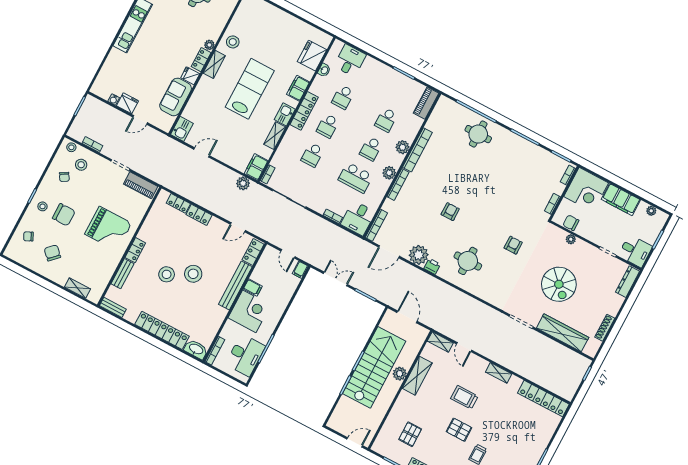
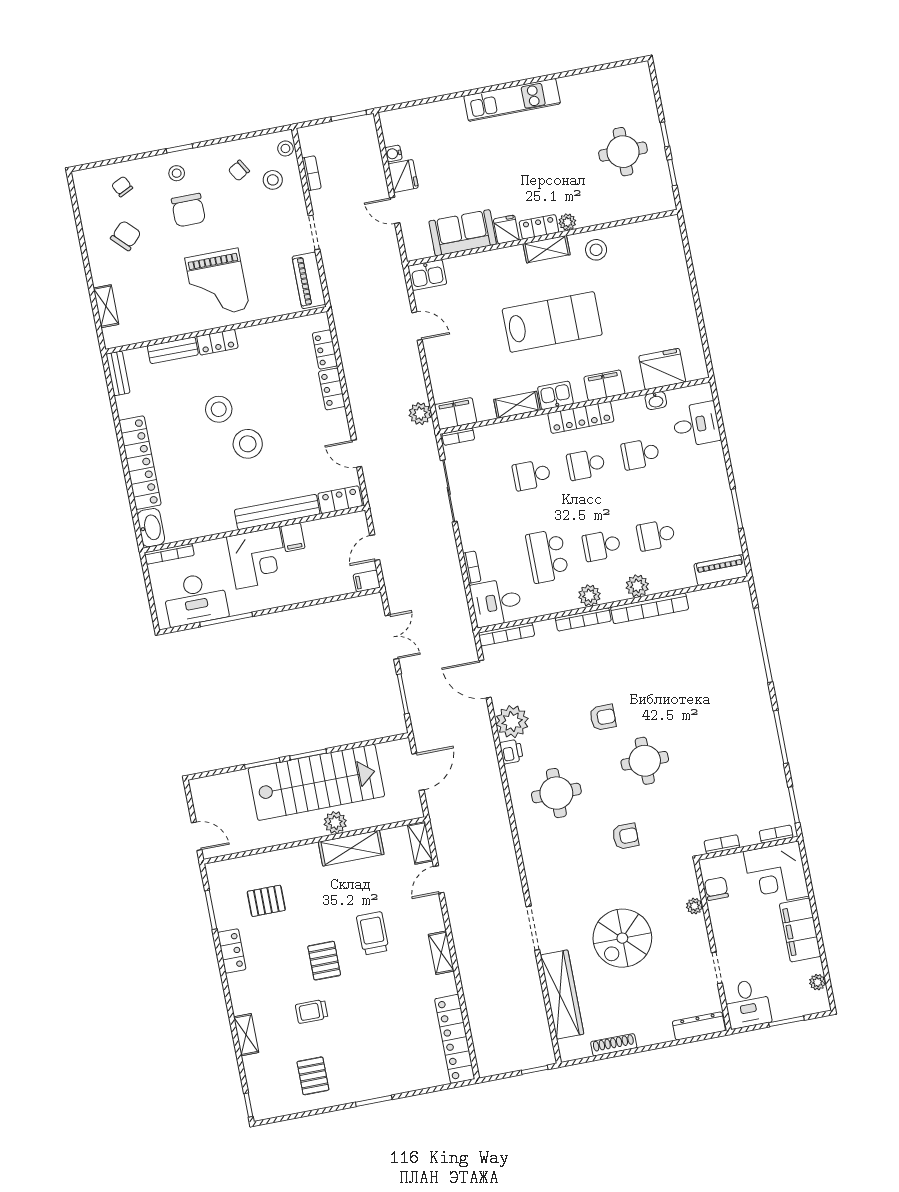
round table: (478, 134) -> (645, 761), moved

